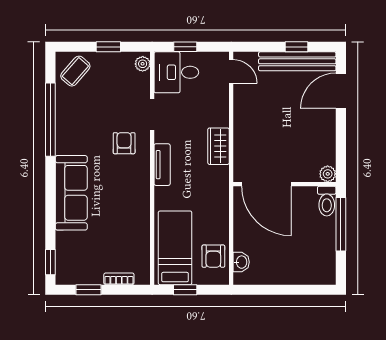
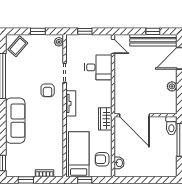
desk: (176, 72) -> (98, 67), moved, turned 180
armchair: (124, 143) -> (48, 90), turned 180
wardrobe: (219, 146) -> (105, 119), moved
plant: (328, 174) -> (172, 86), moved
armchair: (213, 256) -> (102, 159), turned 90

